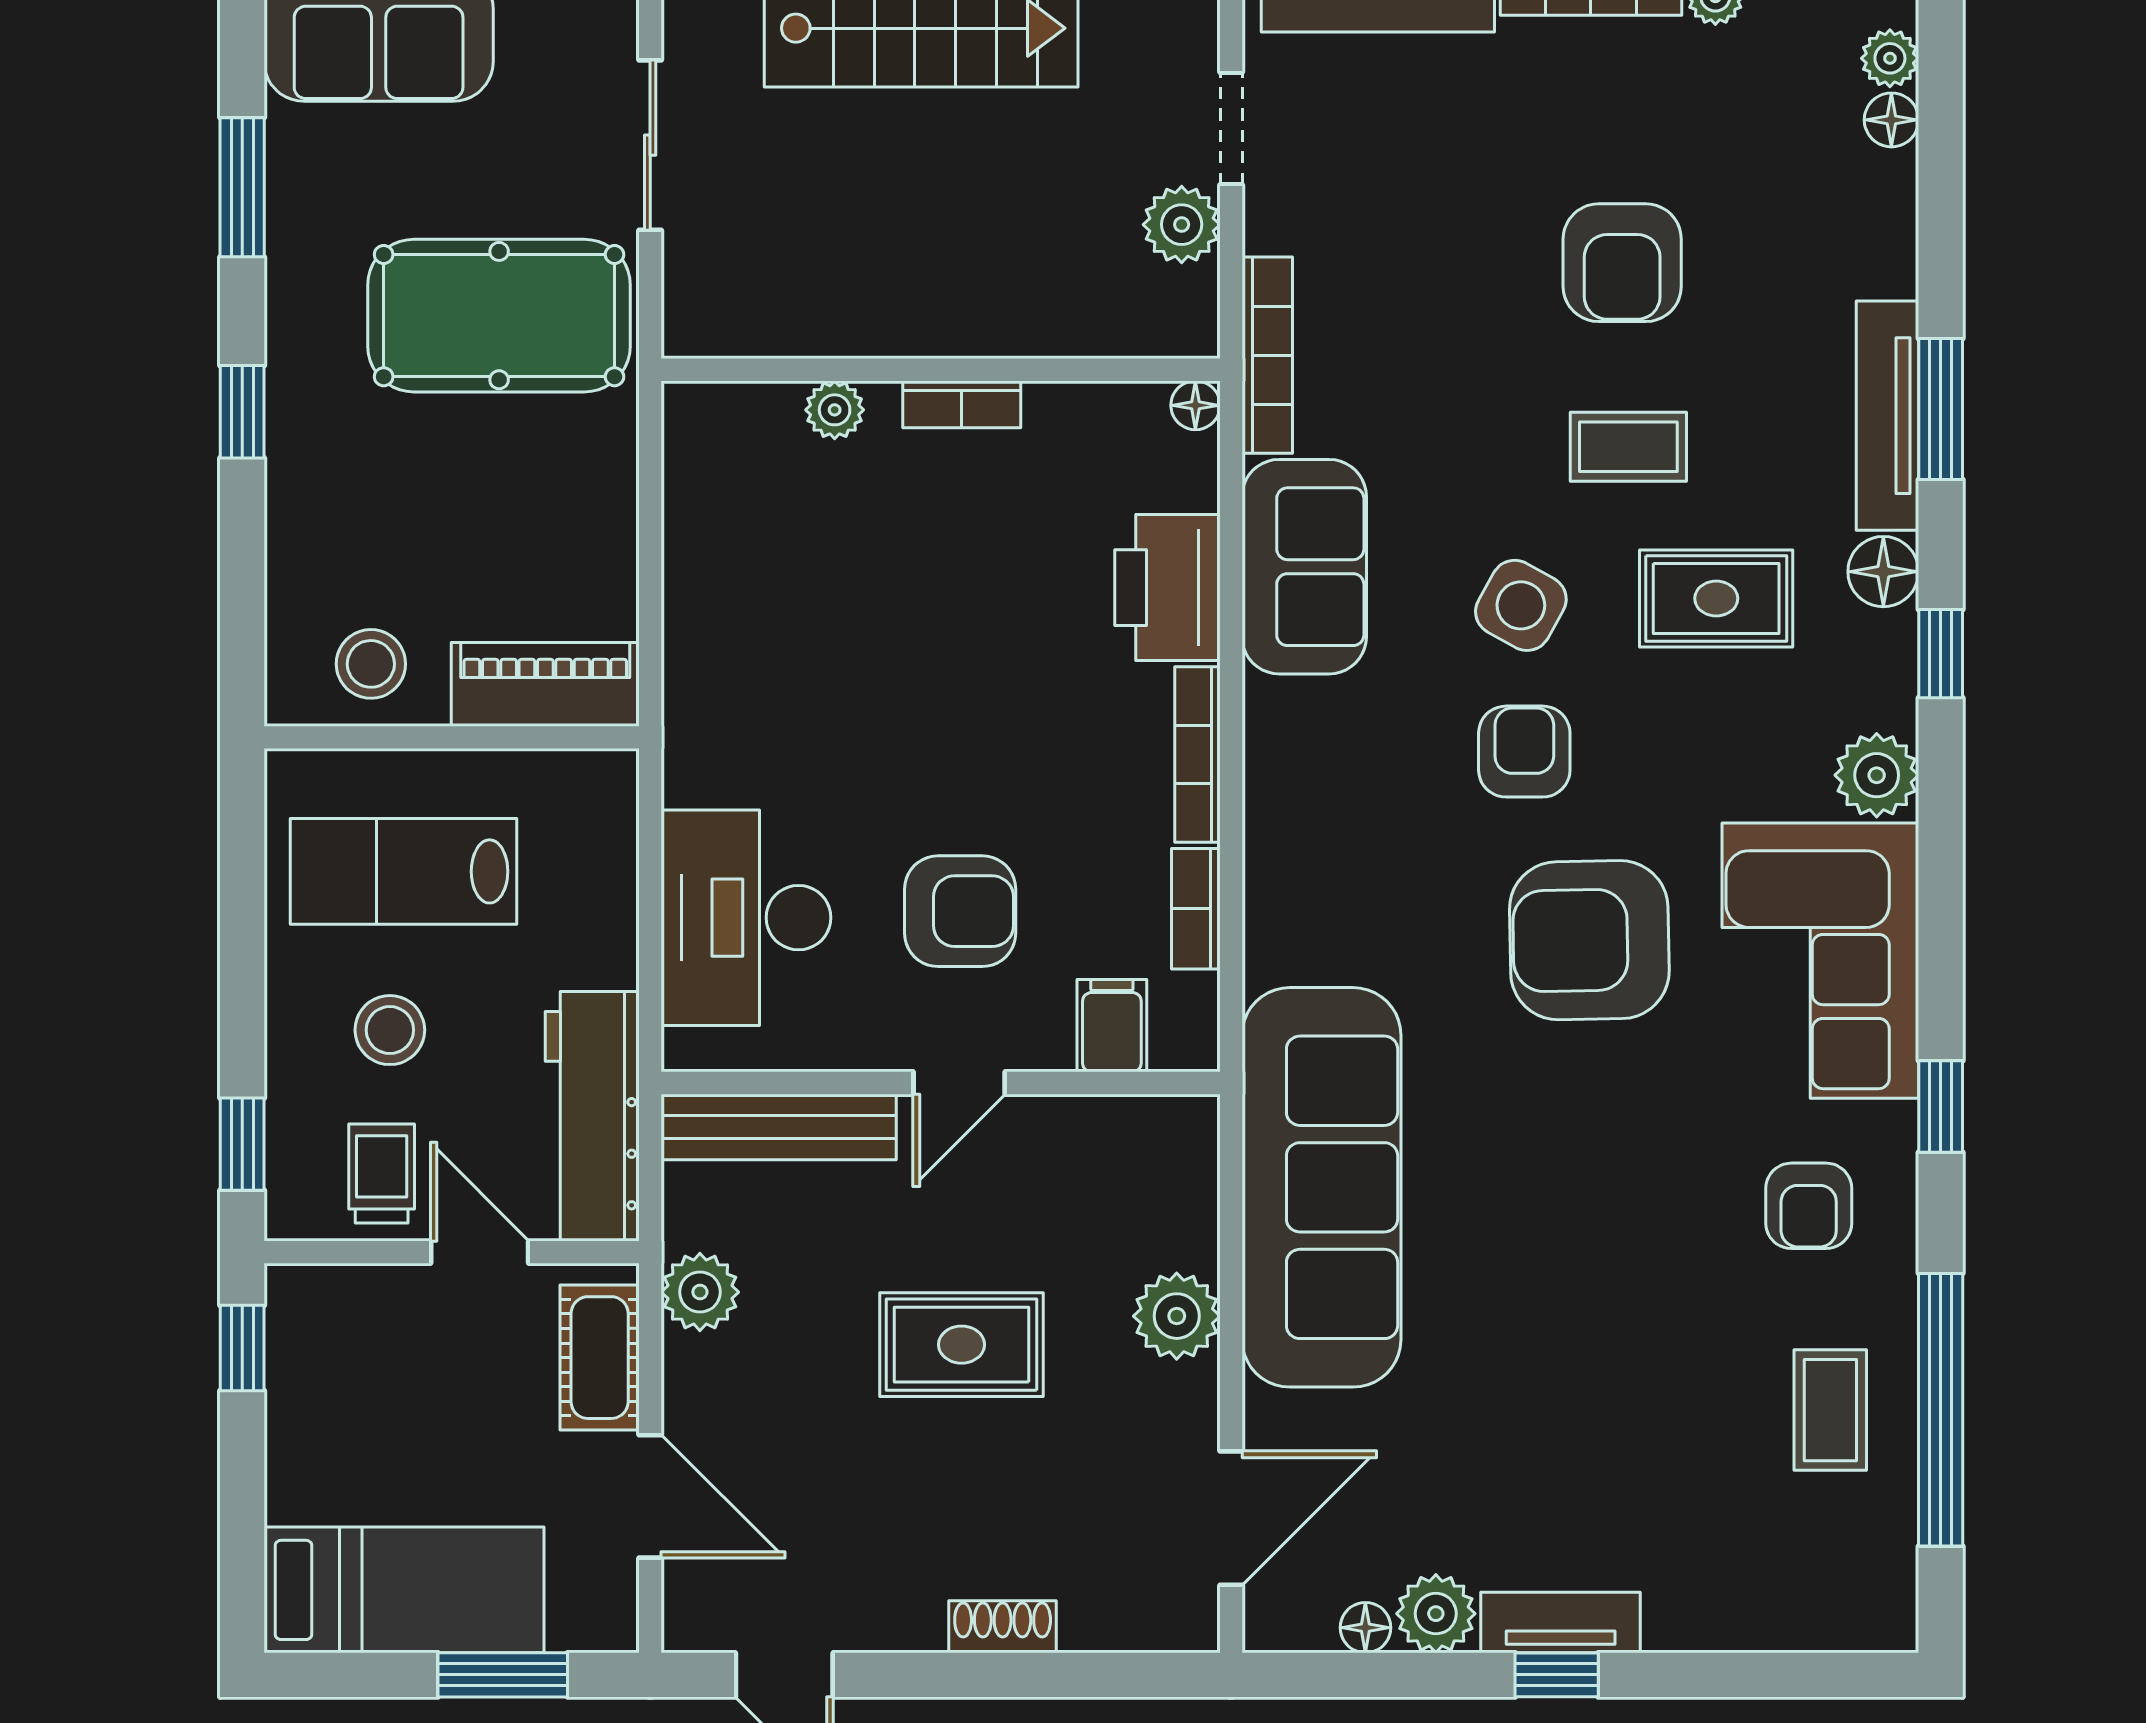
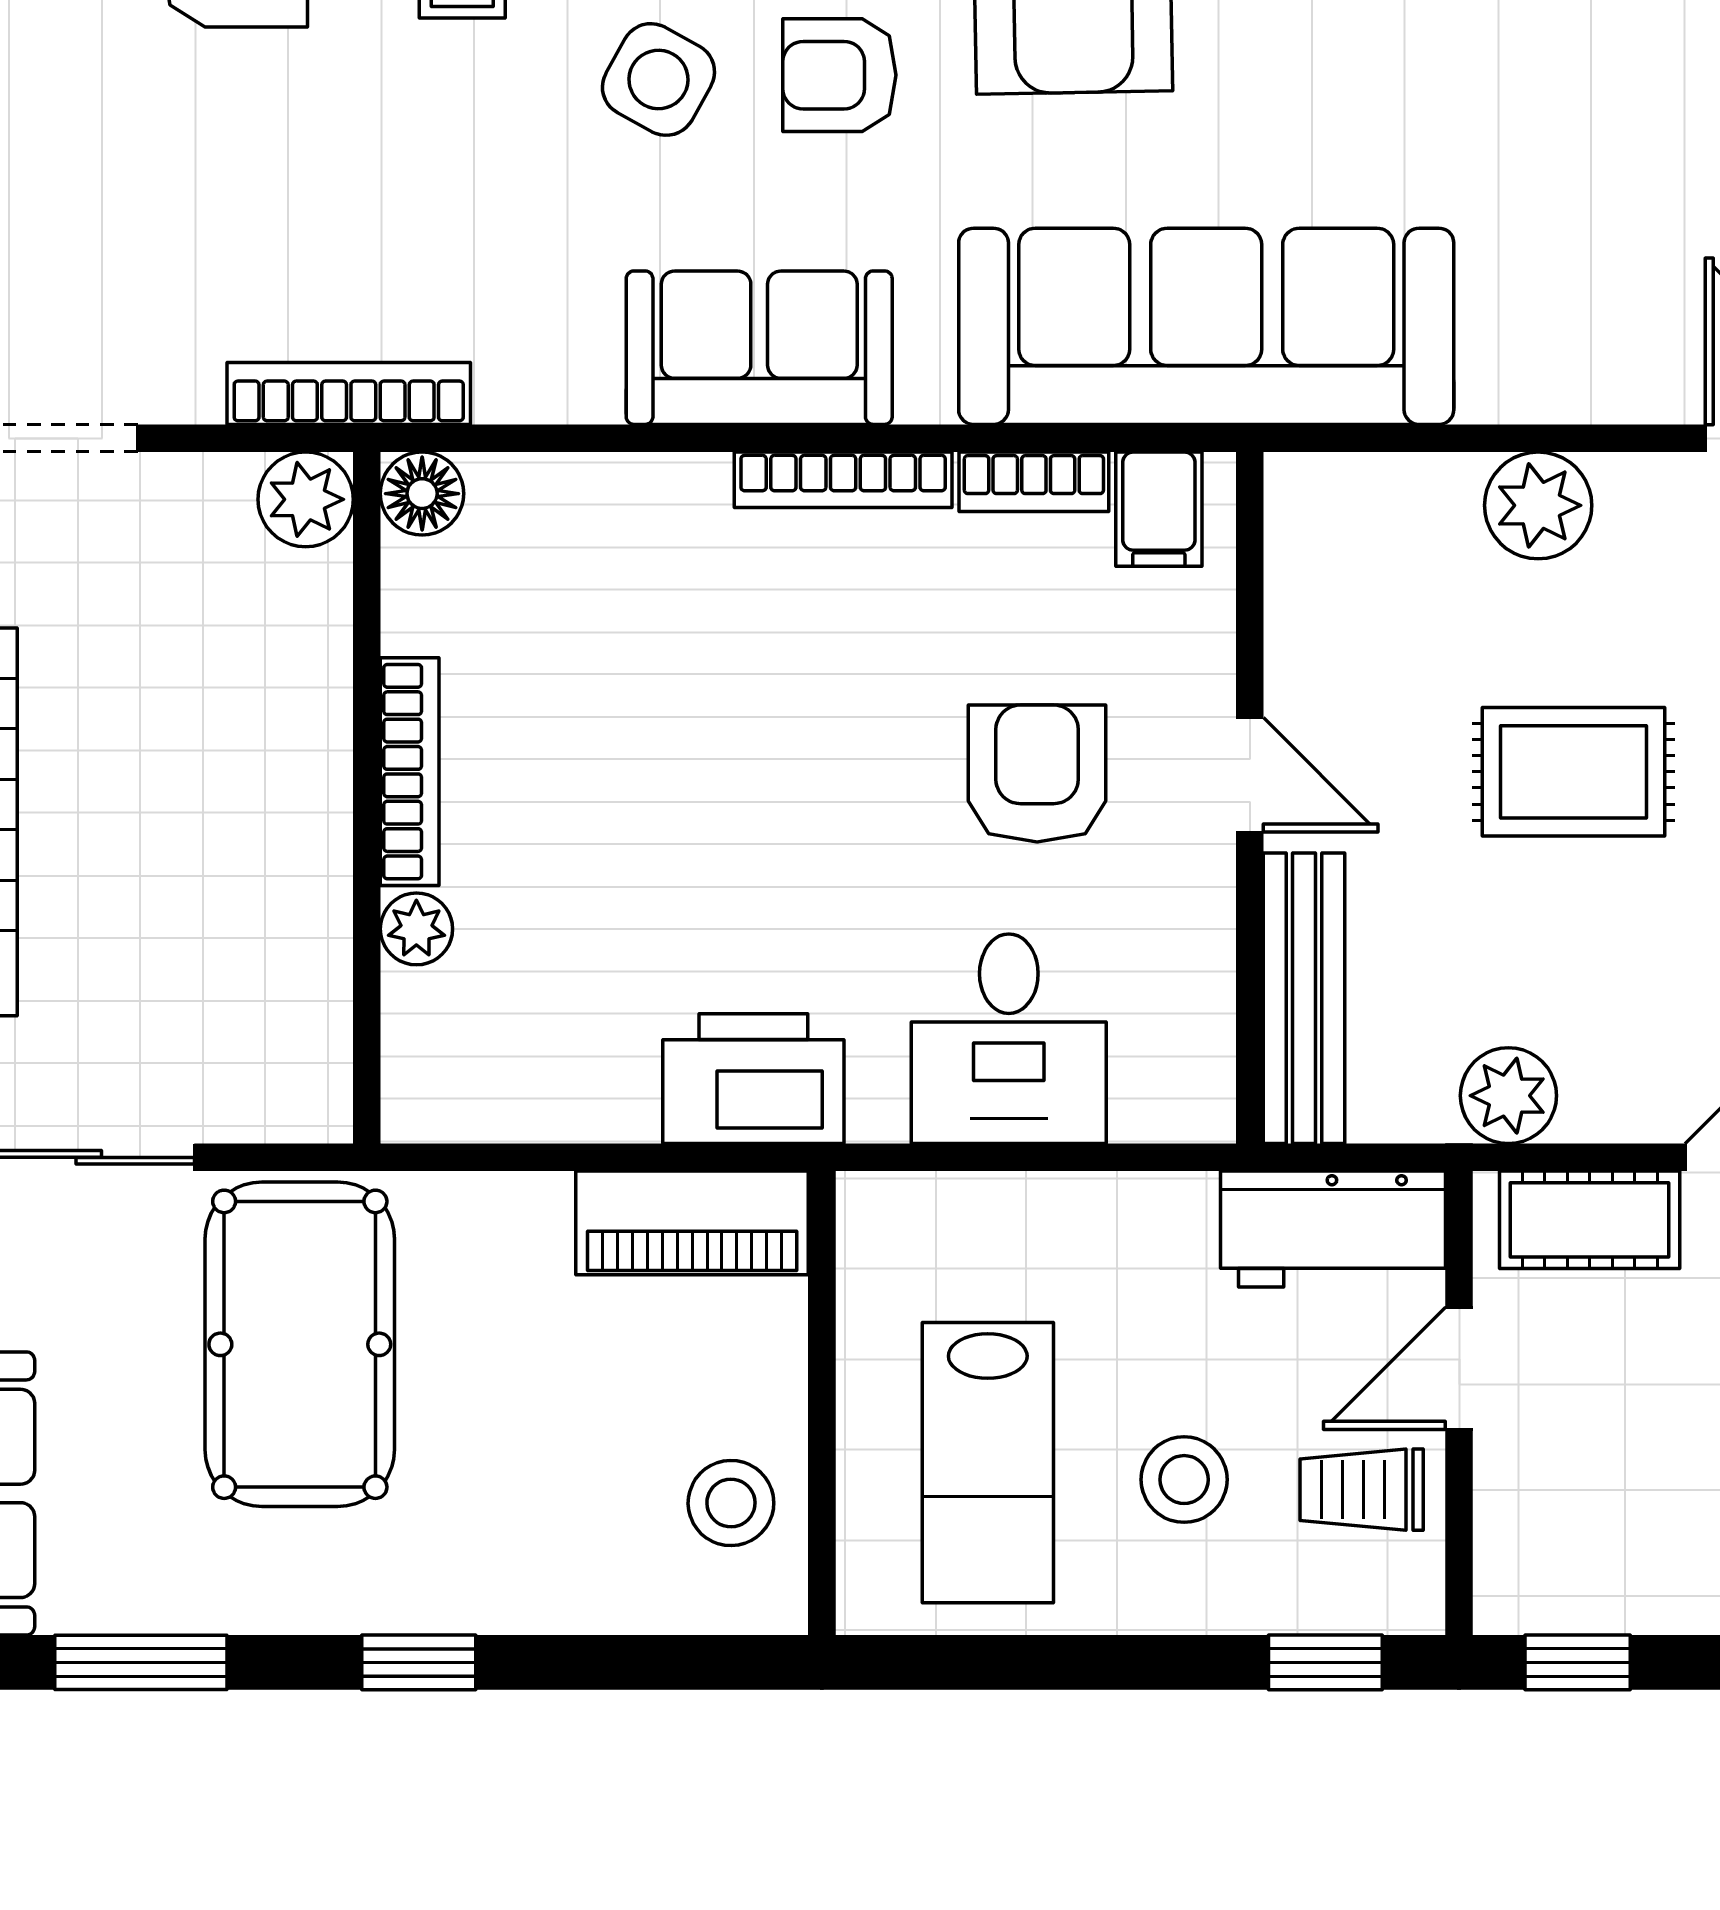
plant: (1182, 225) -> (306, 499), moved
bookcase: (962, 404) -> (410, 772), width x1.56
floor lamp: (1195, 405) -> (422, 494), width x1.37, depth x1.37
sofa: (1304, 567) -> (759, 348), moved
printer: (1167, 588) -> (753, 1079), moved, turned 180
piano: (545, 684) -> (692, 1223), moved, turned -90
desk: (746, 918) -> (1009, 1039), width x0.73
filing cabinet: (1112, 1026) -> (1159, 509), moved, turned -90
workbench: (592, 1116) -> (1333, 1229), width x0.73
sofa: (1321, 1187) -> (1206, 326), moved
rug: (962, 1345) -> (1574, 772), turned 90

